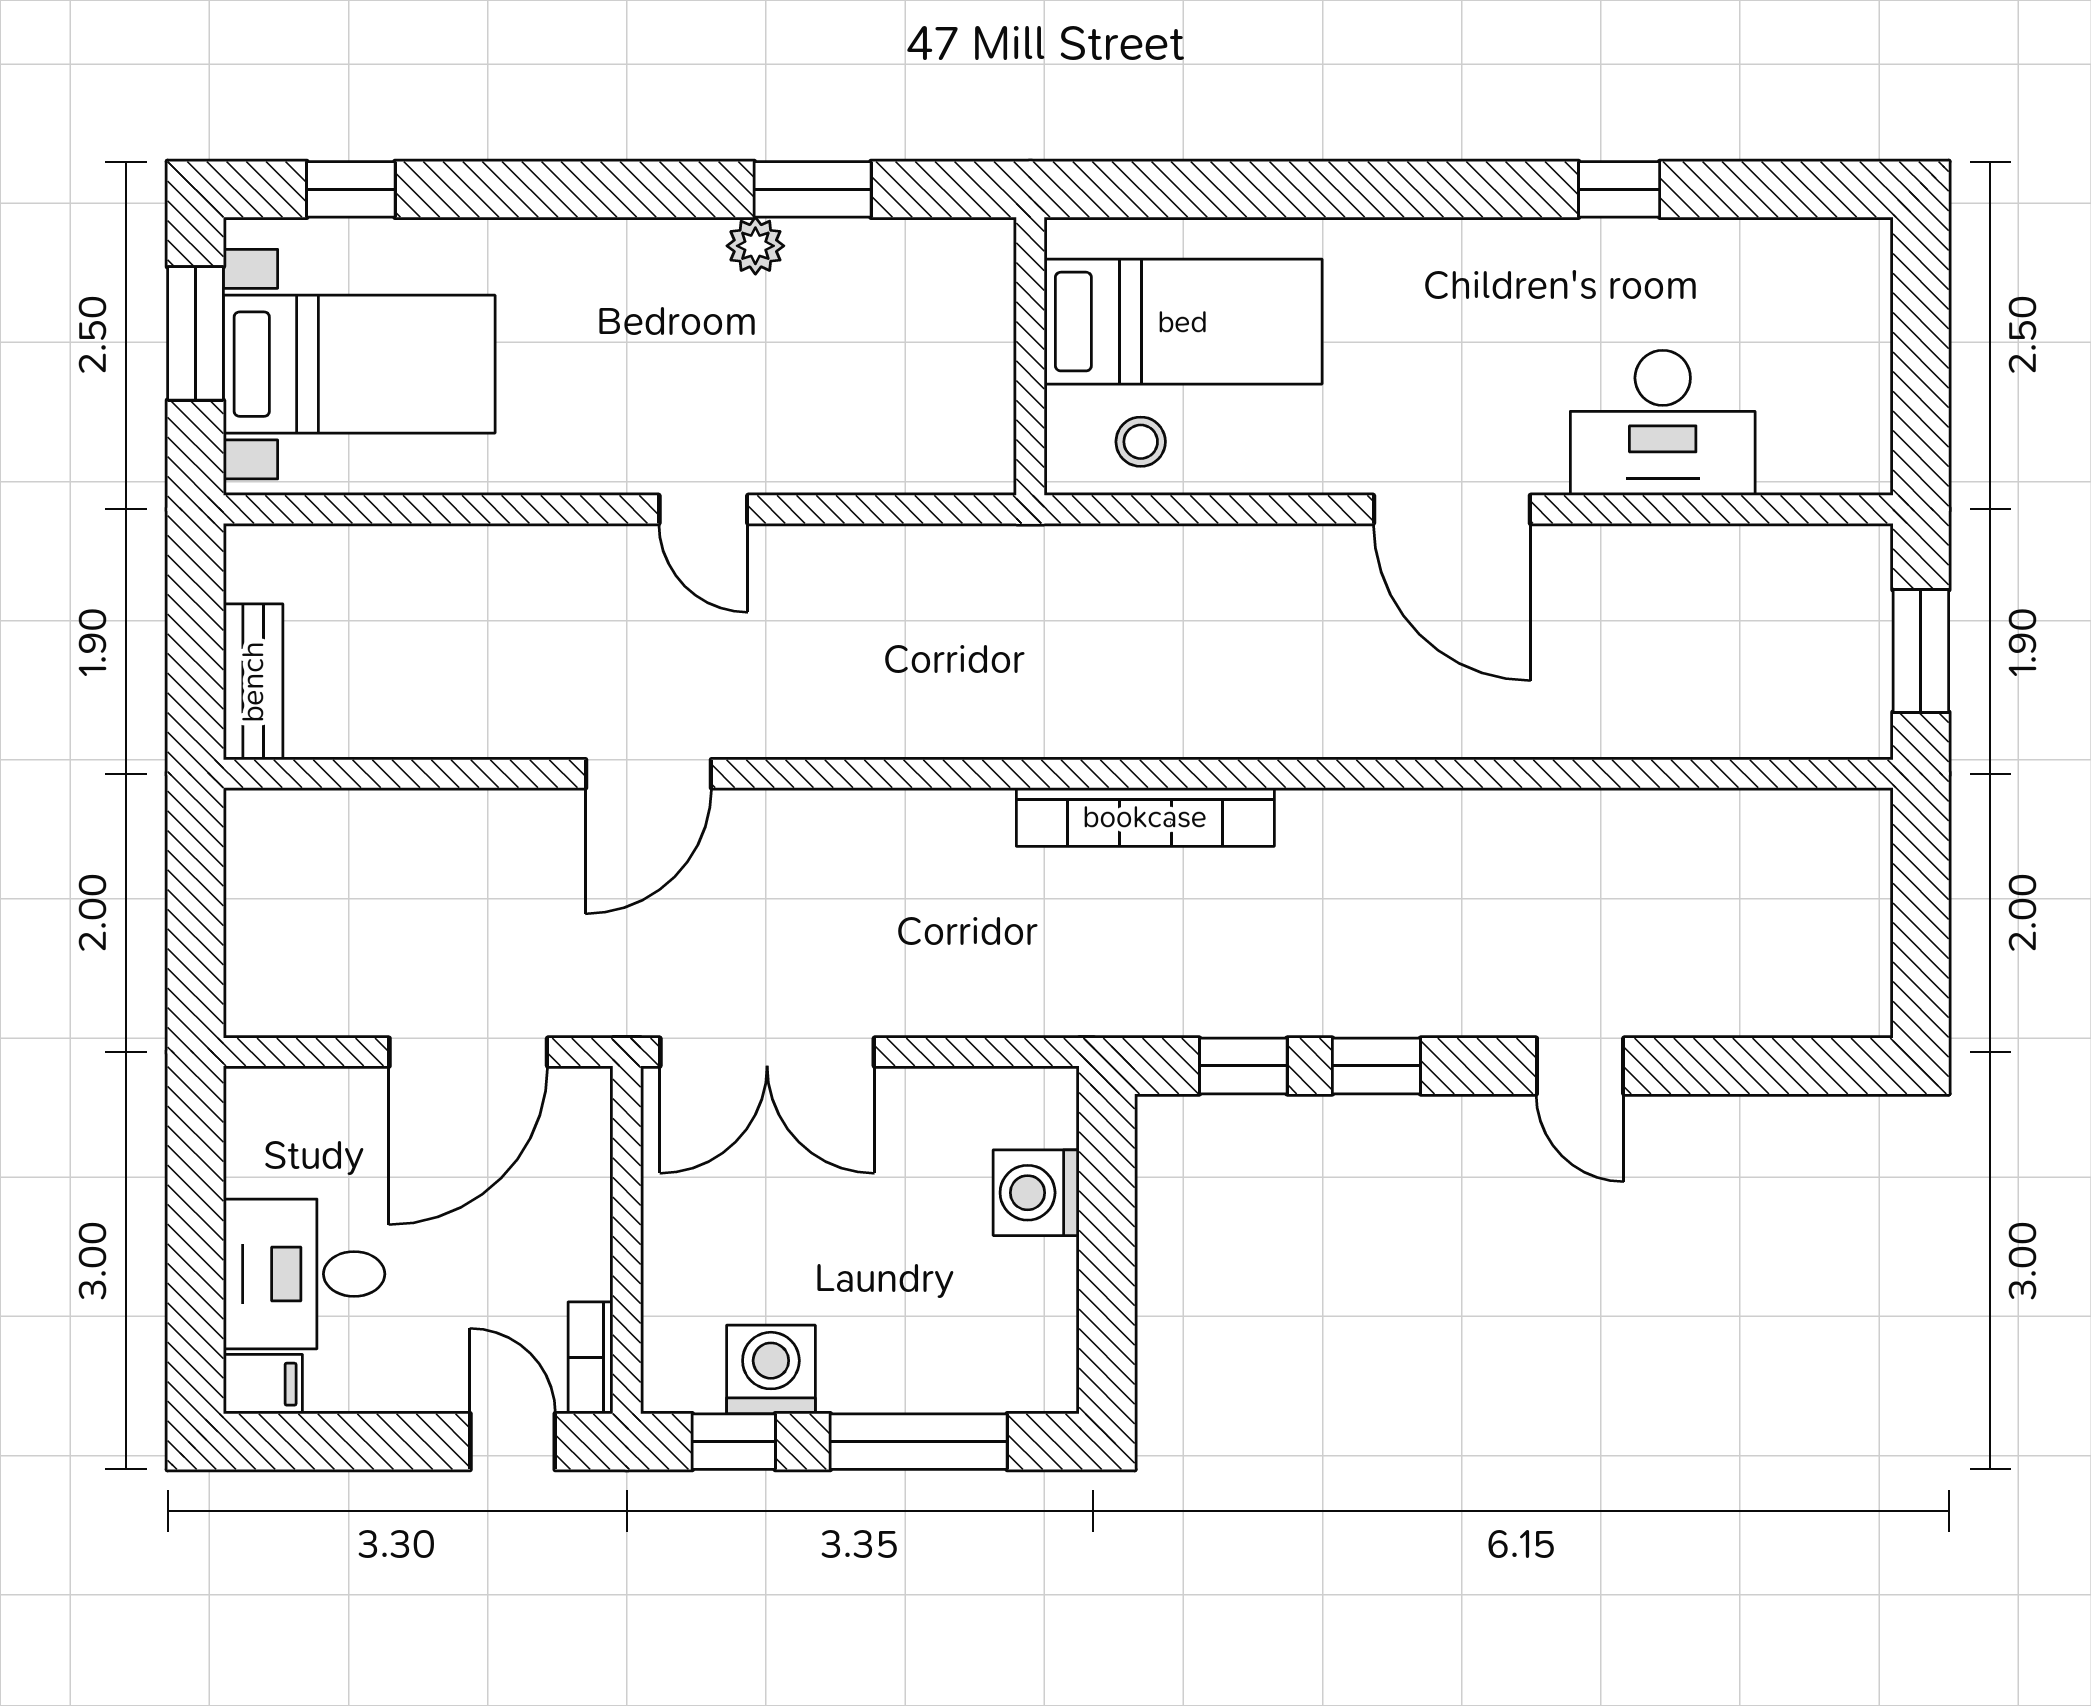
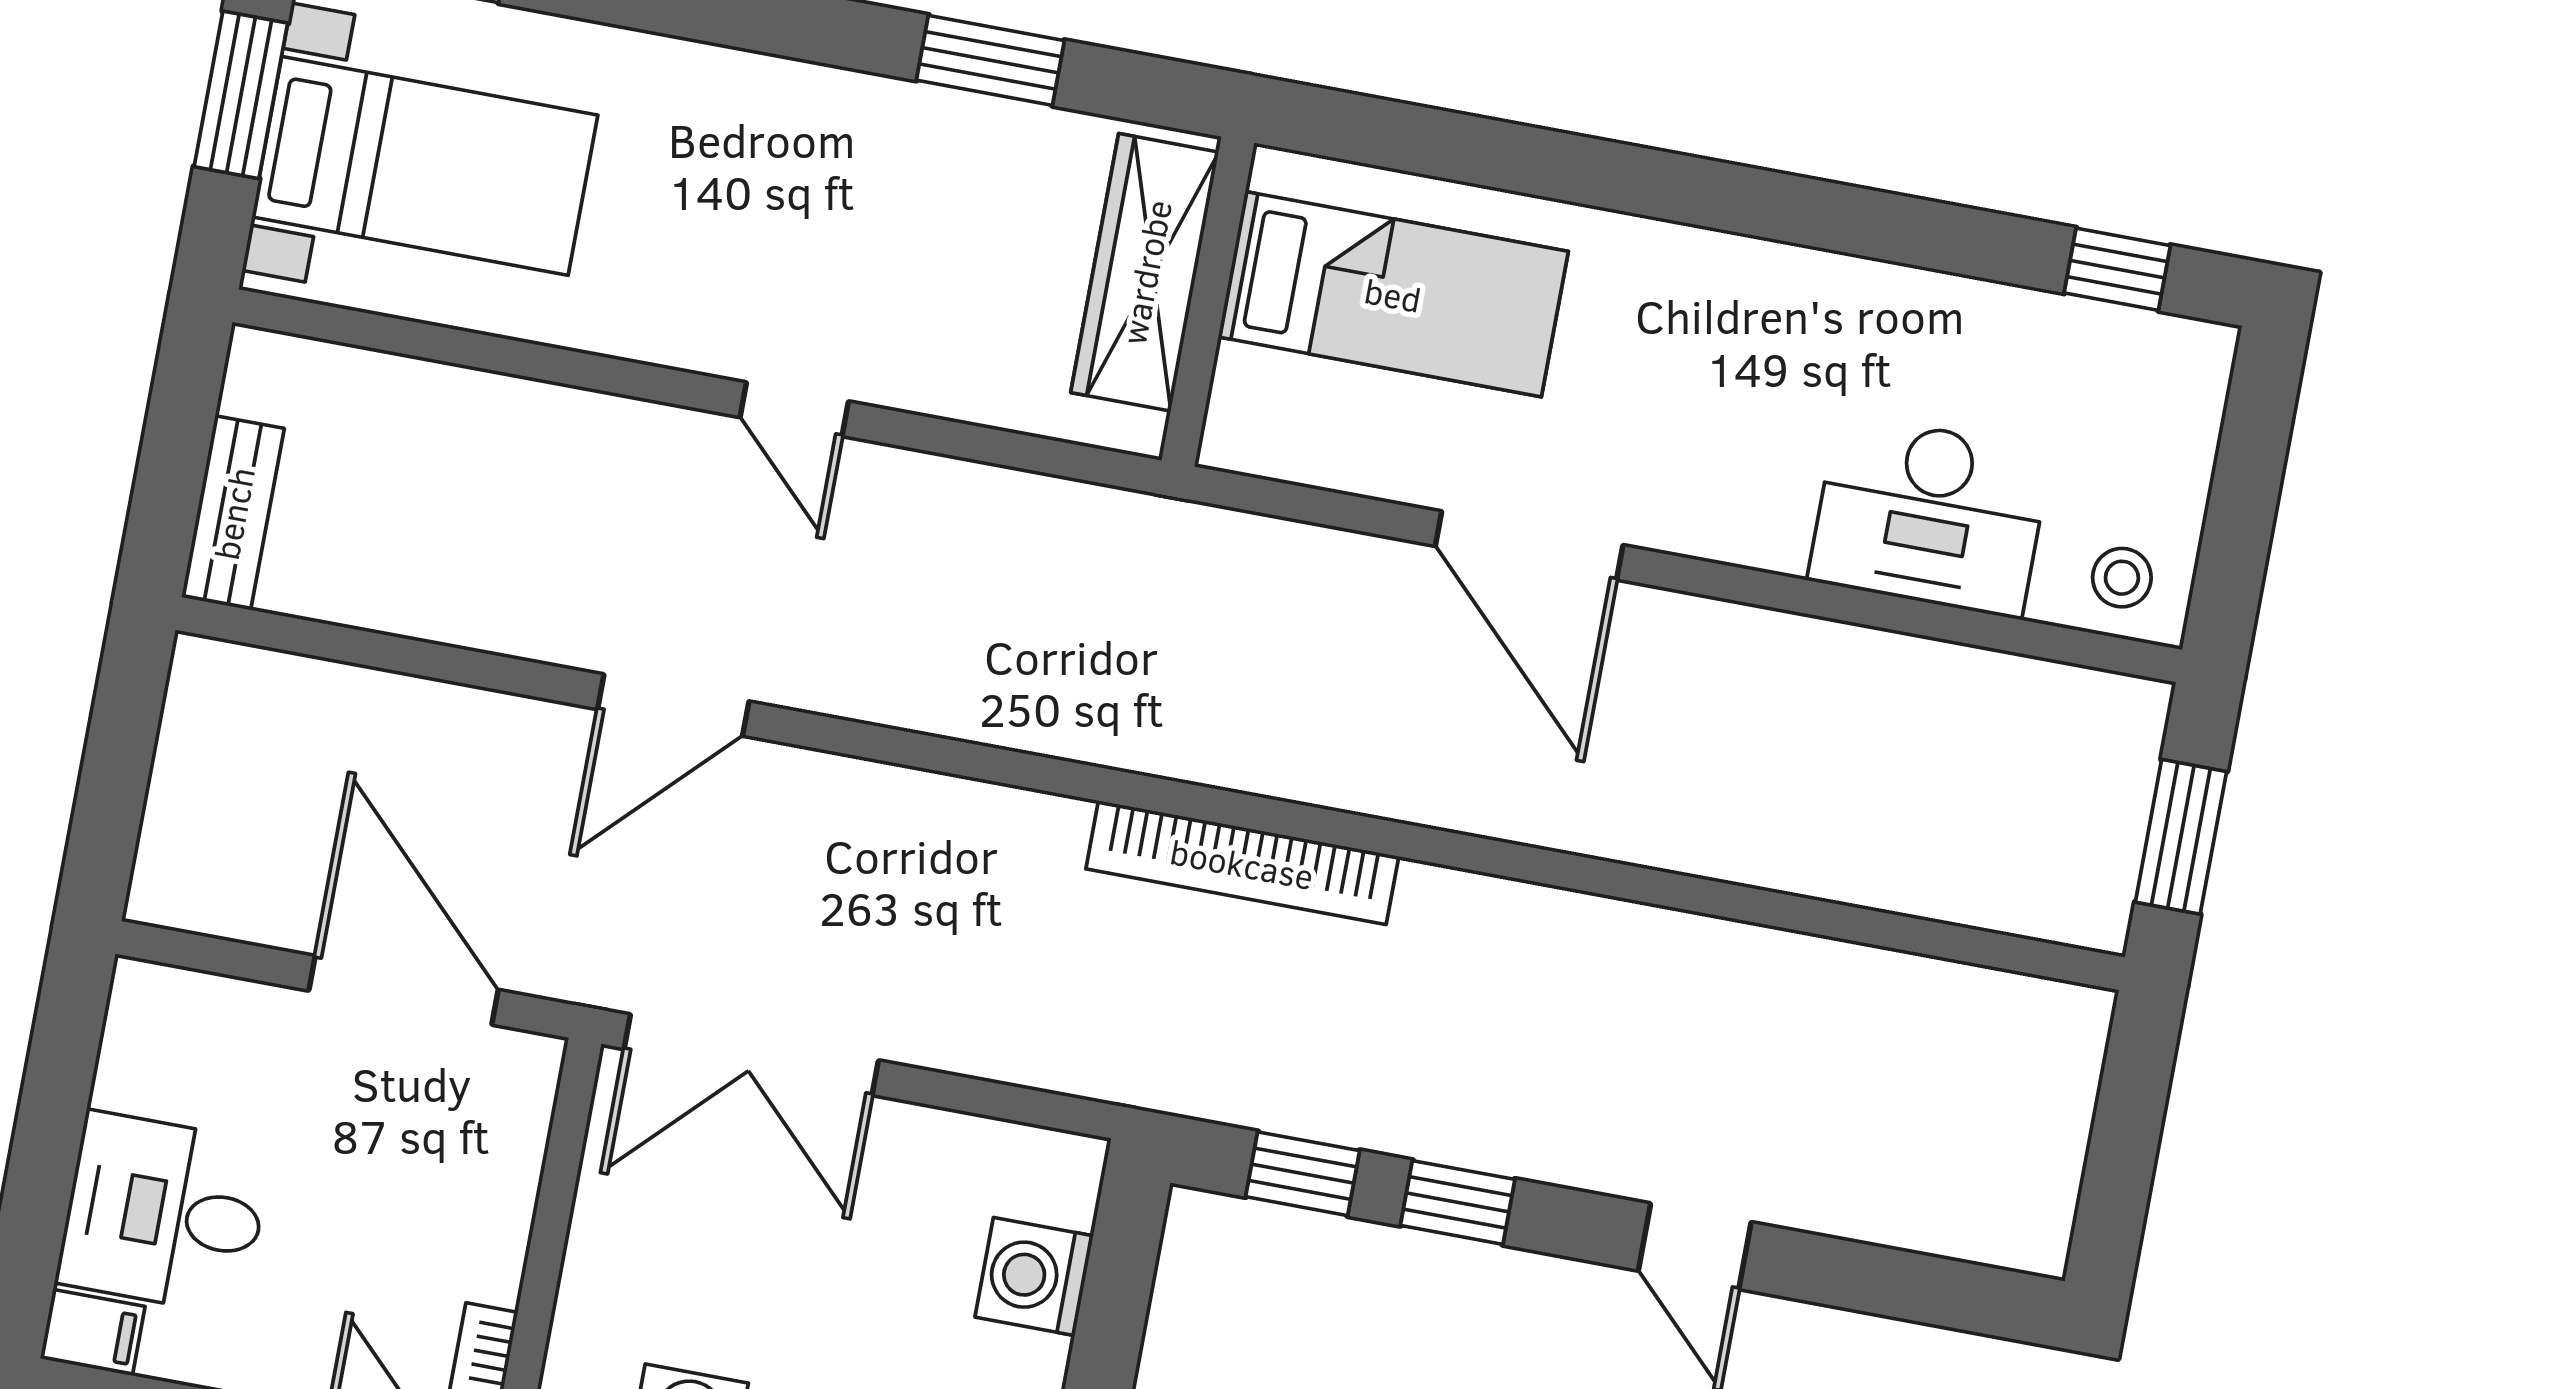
window: (1619, 189) -> (2117, 269), moved
plant: (755, 246) -> (912, 114), removed
wardrobe: (973, 342) -> (1145, 272), added
stool: (1141, 442) -> (2122, 578), moved
door: (1452, 509) -> (1529, 545), moved
door: (468, 1052) -> (403, 990), swing flipped

